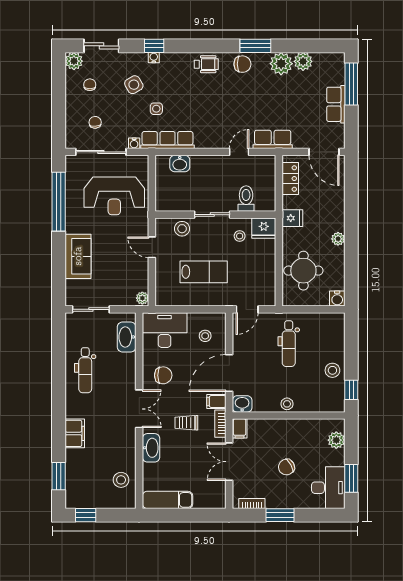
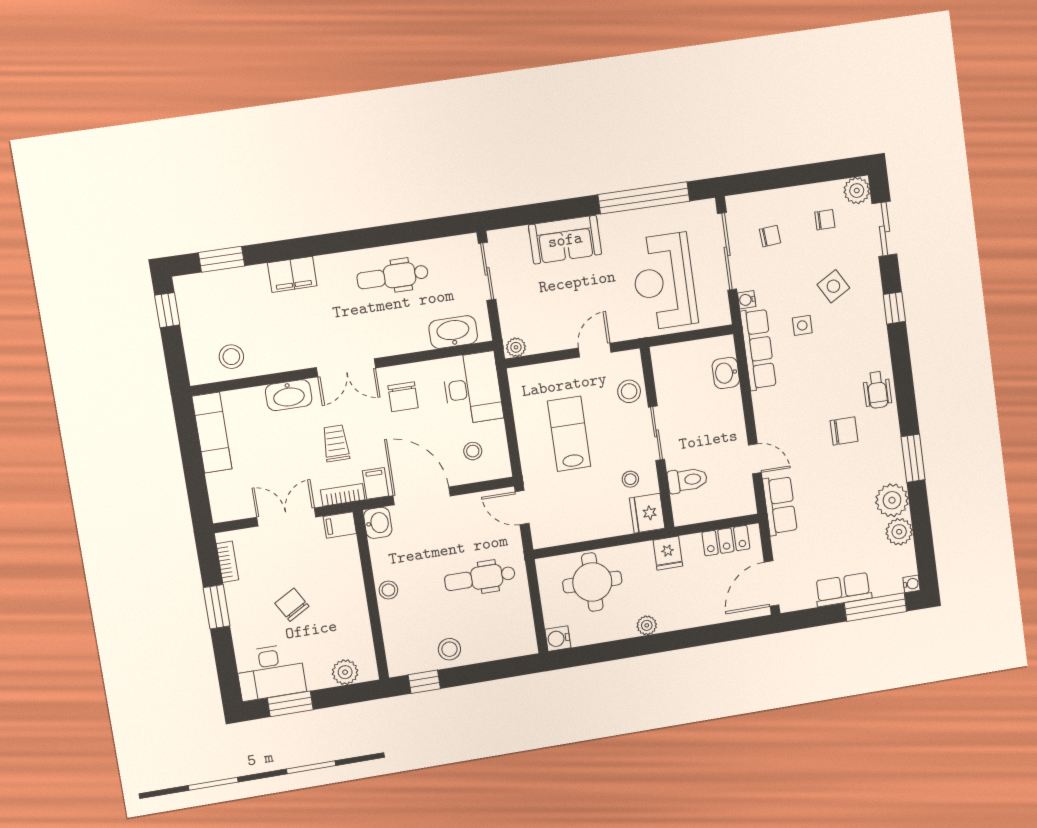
water cooler: (154, 58) -> (911, 584), moved
chair: (242, 64) -> (844, 431), moved, turned -90
lab bench: (204, 272) -> (569, 434), turned 180

